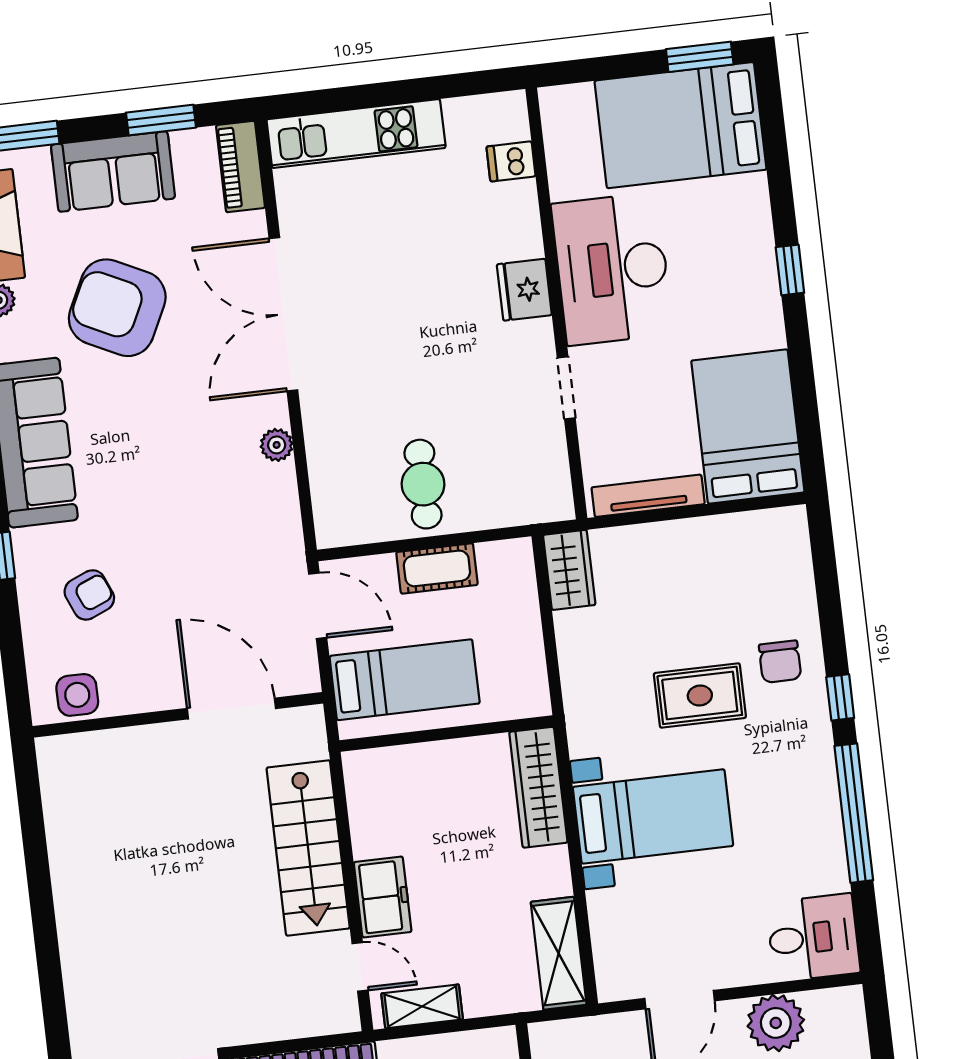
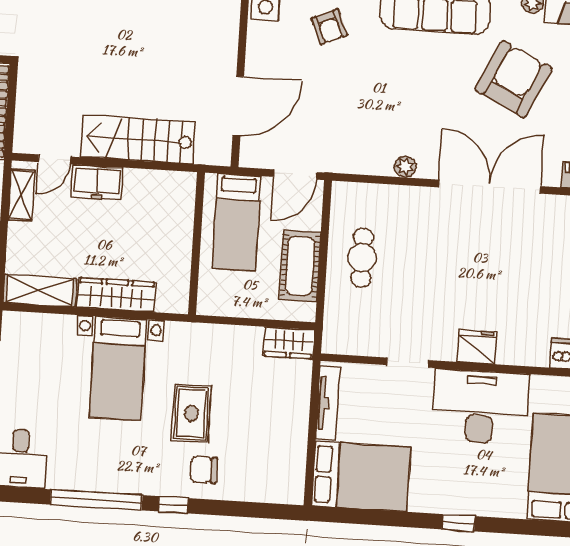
cafe table: (423, 484) -> (362, 258), turned 90
cot: (437, 568) -> (300, 266), width x1.37, depth x1.34
wardrobe: (538, 787) -> (116, 295), moved

